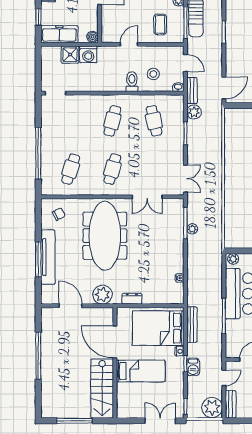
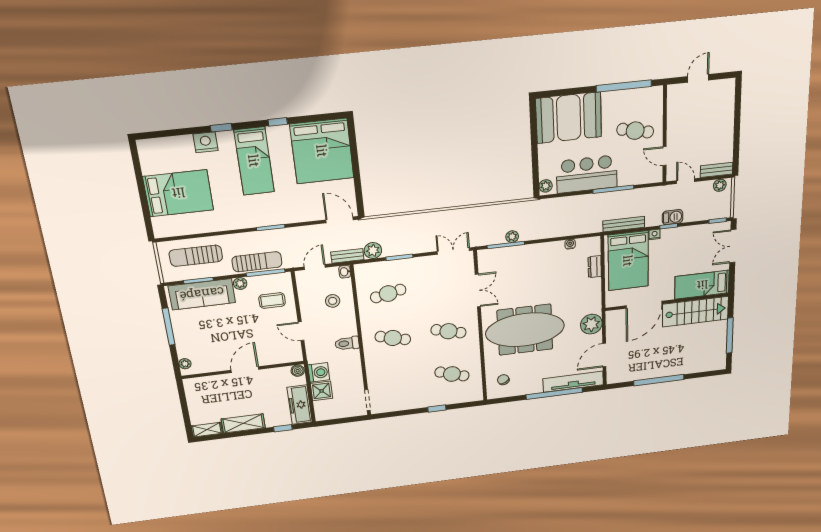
toilet: (132, 82) -> (347, 343), moved
window: (38, 153) -> (437, 409), width x0.32
tv unit: (48, 257) -> (573, 382), moved
window: (38, 259) -> (554, 394), width x1.46
dresser: (132, 299) -> (595, 267), moved
bed: (141, 371) -> (702, 285), moved, turned -90
plant: (212, 408) -> (720, 185), width x0.53, depth x0.53

